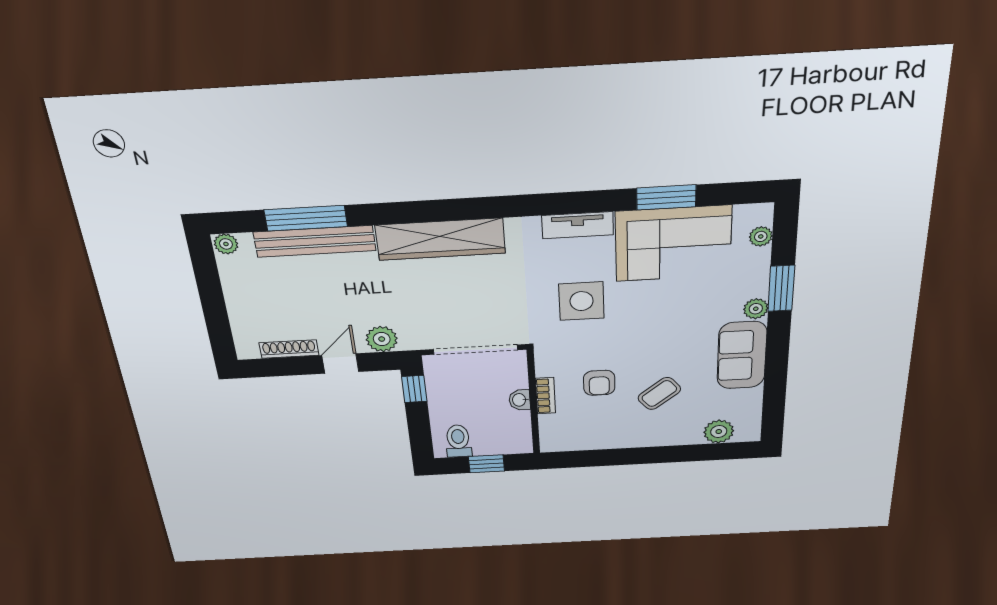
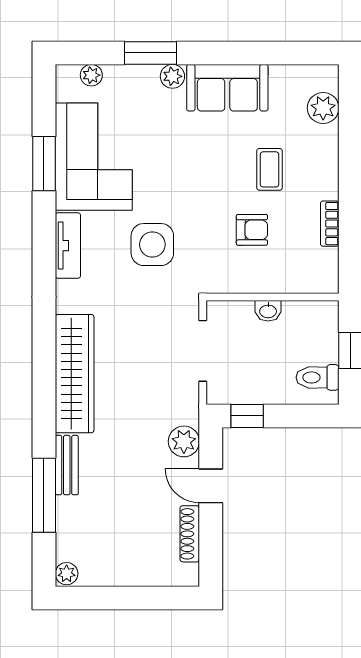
bench: (315, 241) -> (67, 465), width x0.54, depth x0.82
doorway: (475, 350) -> (203, 351), width x0.73
coffee table: (659, 394) -> (270, 169), turned 39
bookcase: (545, 396) -> (330, 224), moved, turned -90

